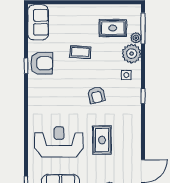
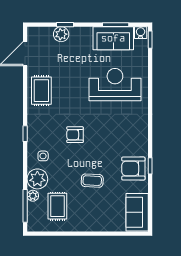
rug: (113, 28) -> (57, 206), turned 90
armchair: (96, 95) -> (75, 135), turned -76
rug: (102, 140) -> (41, 91), moved
reception desk: (59, 142) -> (115, 85), turned 180

